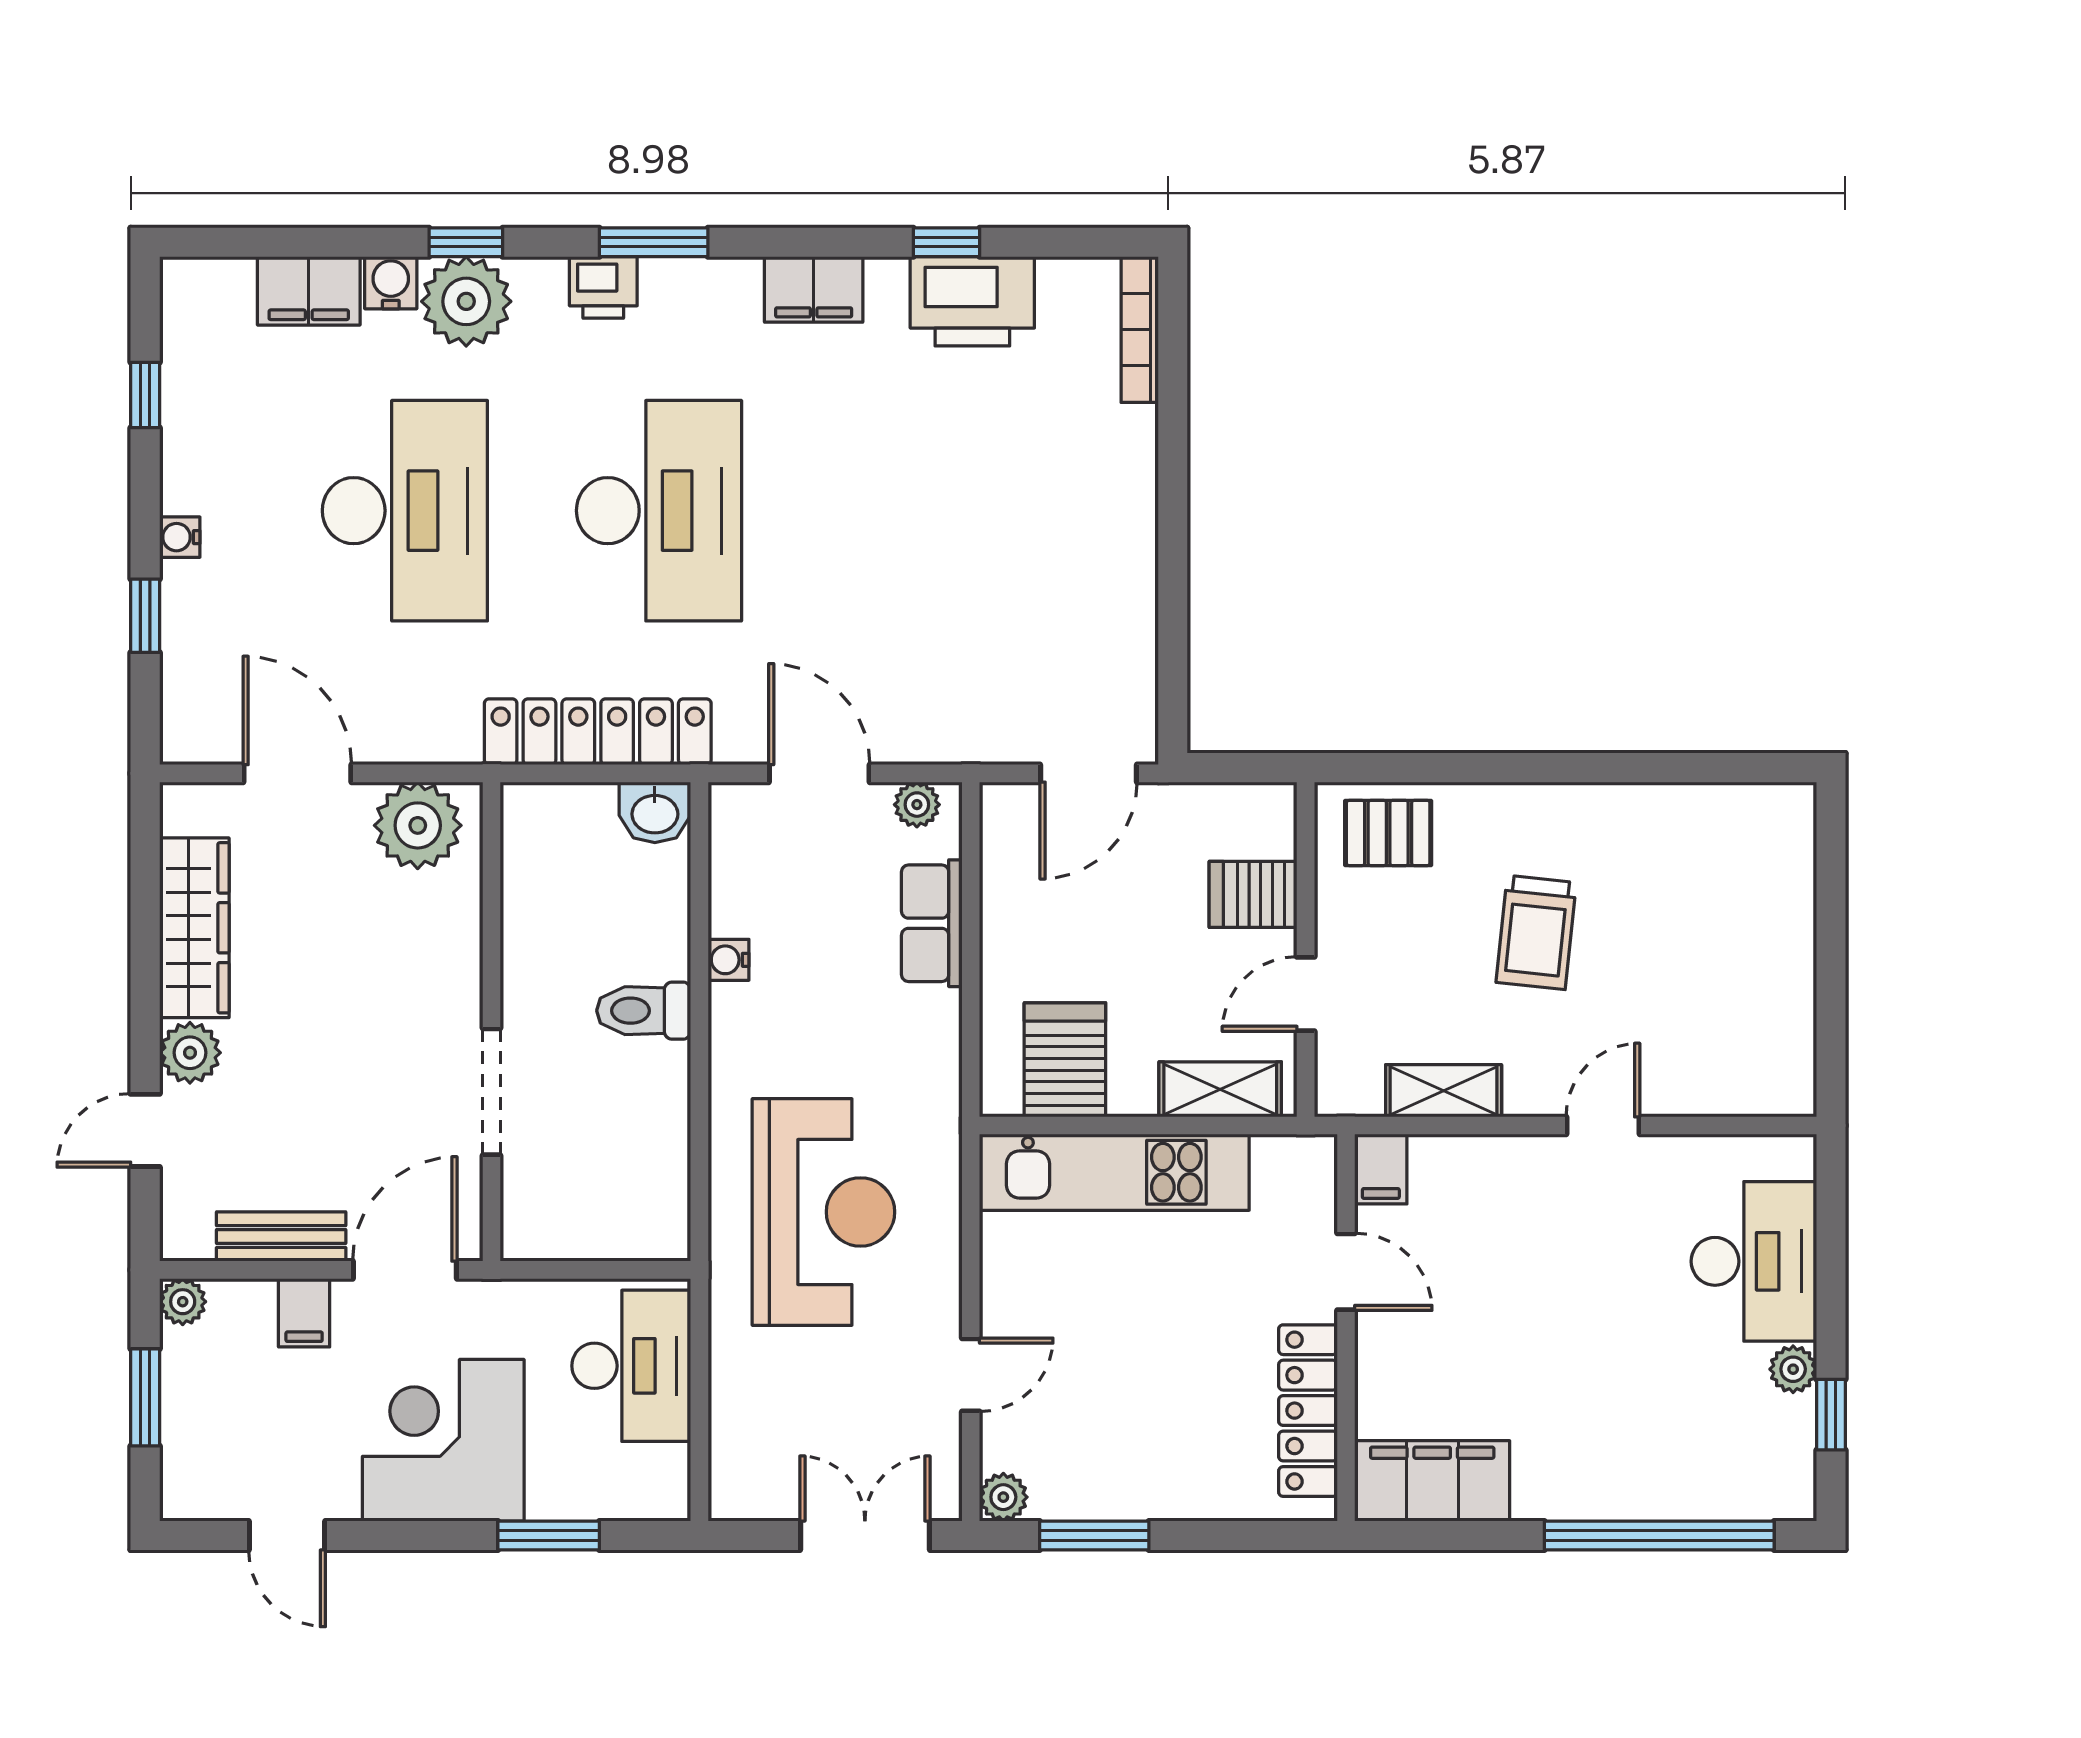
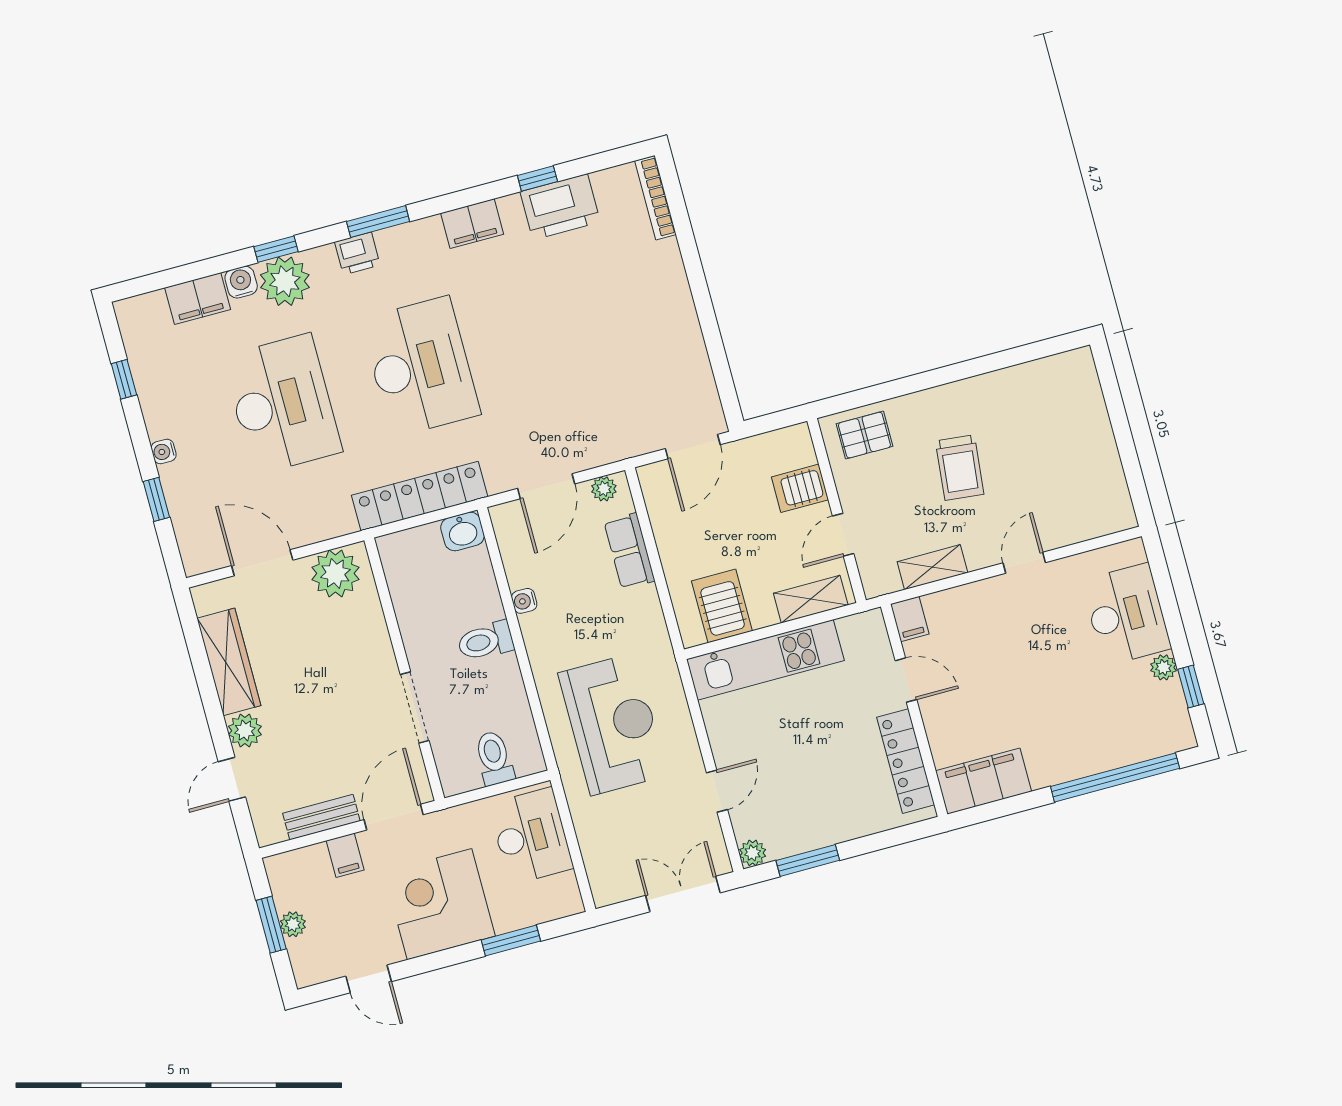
door: (819, 773) -> (546, 486), swing flipped
toilet: (604, 1215) -> (494, 758), added
plant: (183, 1302) -> (293, 924), moved

